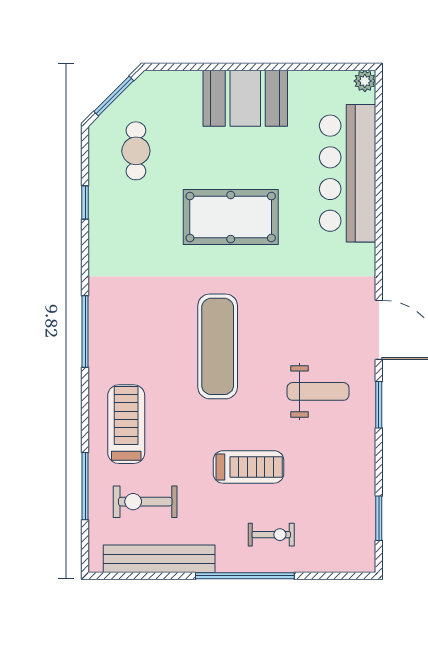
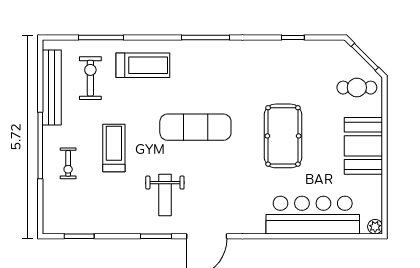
cafe table: (136, 151) -> (357, 88), moved
treadmill: (248, 467) -> (114, 148), turned 180

